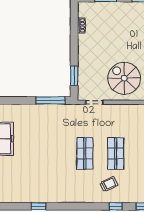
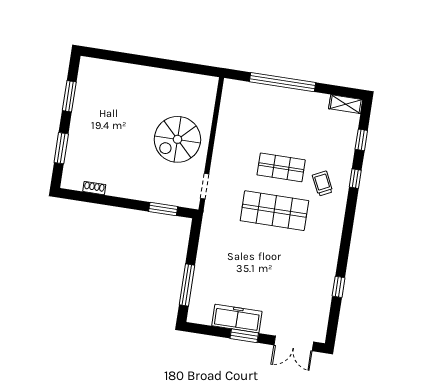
window: (51, 100) -> (187, 285), moved
shop shelf: (85, 153) -> (274, 211), width x1.43, depth x1.36

